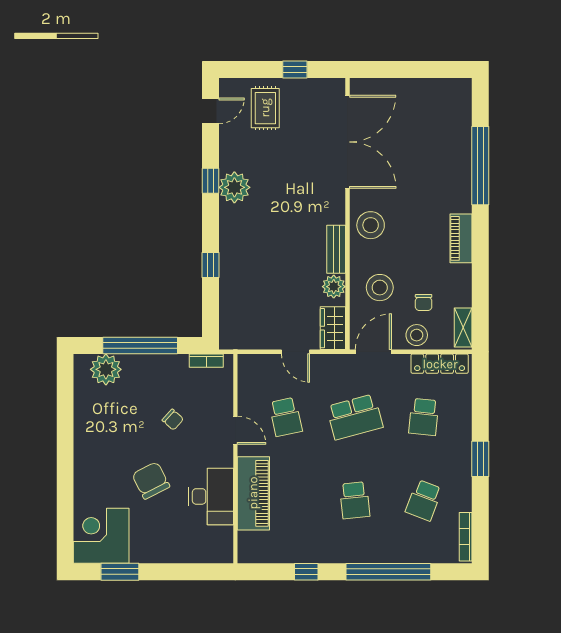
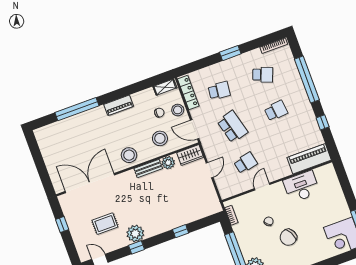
rug: (265, 108) -> (105, 224), moved
chair: (151, 480) -> (288, 237), moved
piano: (253, 493) -> (309, 159), moved

